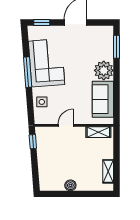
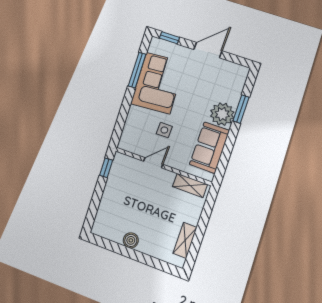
window: (116, 47) -> (241, 109), moved
window: (28, 72) -> (137, 70), moved
side table: (42, 102) -> (164, 130), moved

